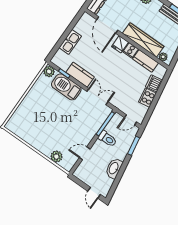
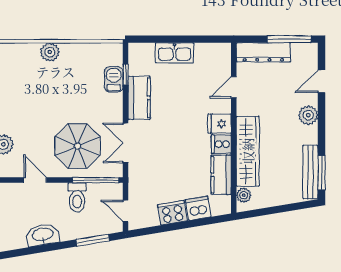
door: (107, 25) -> (234, 87), width x0.53
plant: (49, 71) -> (50, 52), moved
barbecue: (66, 87) -> (114, 79), width x0.53, depth x0.65
double door: (97, 97) -> (126, 143), swing flipped
parasol: (83, 121) -> (78, 146), added

